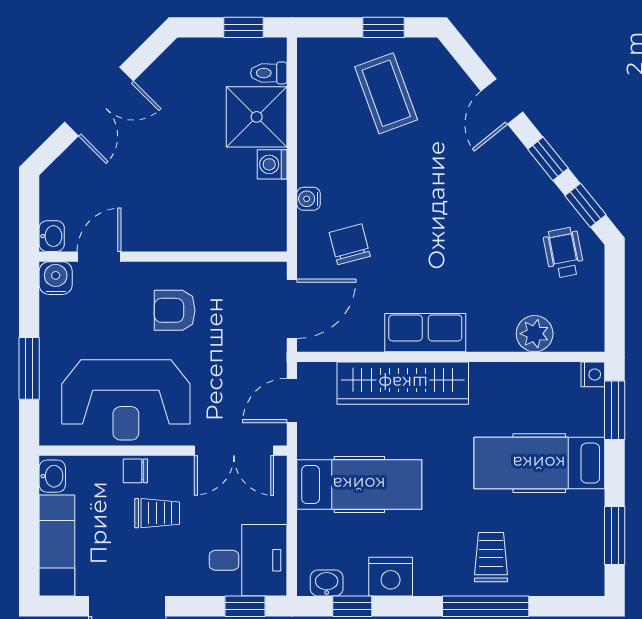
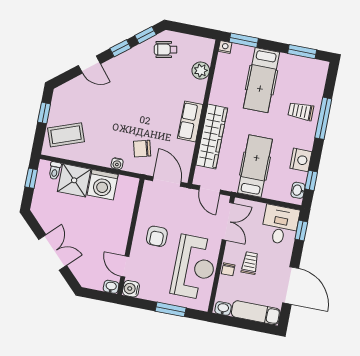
coffee table: (386, 93) -> (66, 135), moved
washing machine: (272, 164) -> (103, 185), width x1.89, depth x1.89

